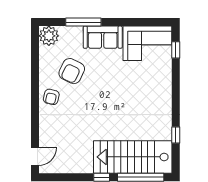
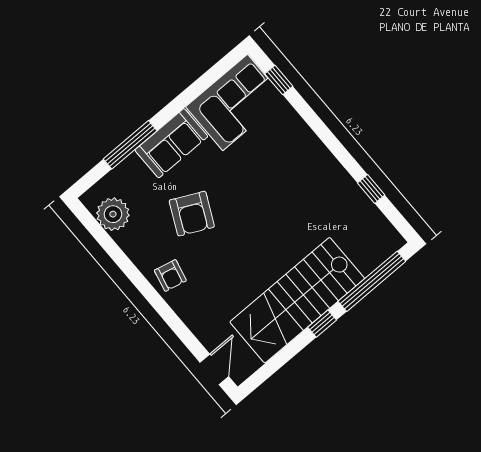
plant: (49, 36) -> (113, 214), moved
armchair: (72, 71) -> (192, 214), moved
stairs: (133, 157) -> (297, 300), moved

